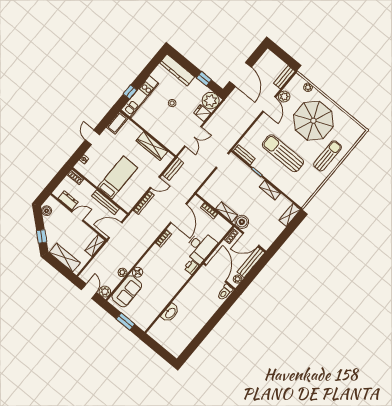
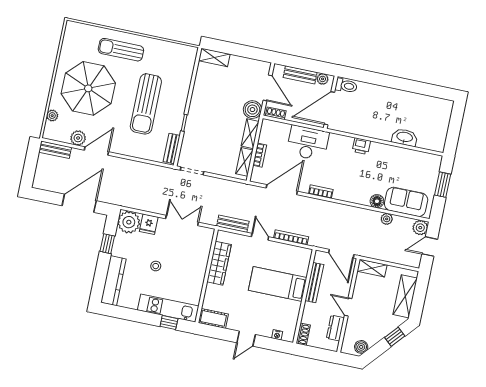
shelving: (270, 190) -> (244, 162), moved
bench: (251, 262) -> (300, 75), width x0.73
printer: (191, 267) -> (361, 146), moved

